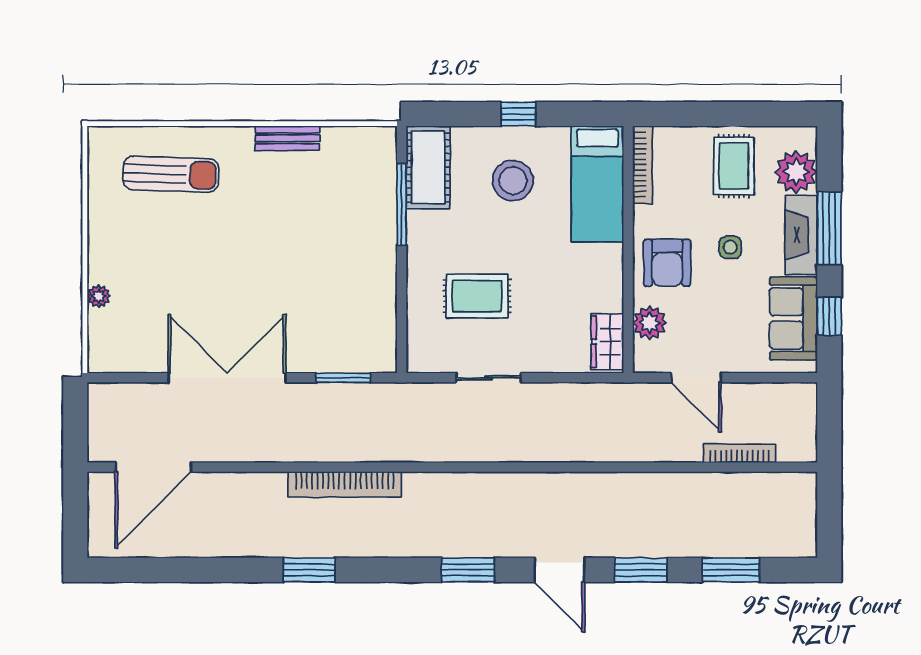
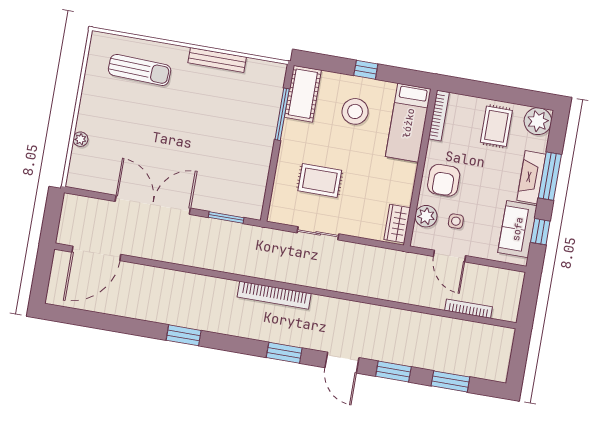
bench: (287, 138) -> (217, 60), width x1.36
plant: (796, 172) -> (538, 121), moved
side table: (730, 247) -> (456, 221), moved
bookcase: (345, 484) -> (274, 295), moved

